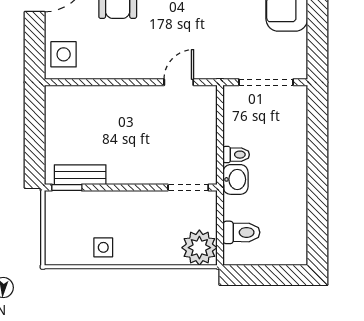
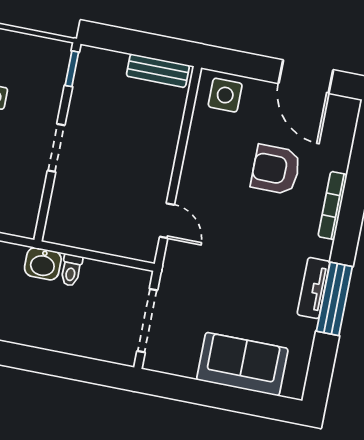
bench: (80, 175) -> (158, 71), moved, turned 90
doorway: (188, 187) -> (56, 148), moved

